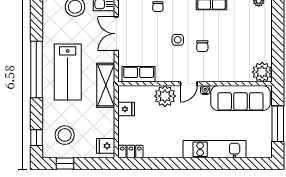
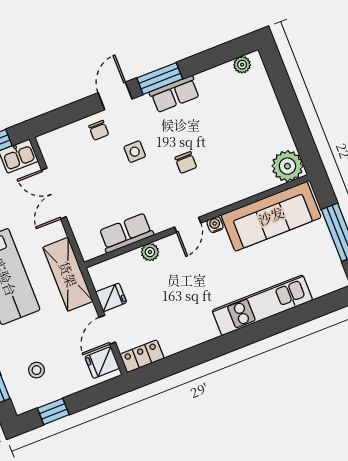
side table: (178, 40) -> (135, 152), moved
row of seats: (139, 74) -> (126, 233), moved
plant: (165, 96) -> (150, 252), width x0.53, depth x0.53
door: (116, 128) -> (107, 330), added
stool: (65, 135) -> (36, 370), width x0.53, depth x0.53

